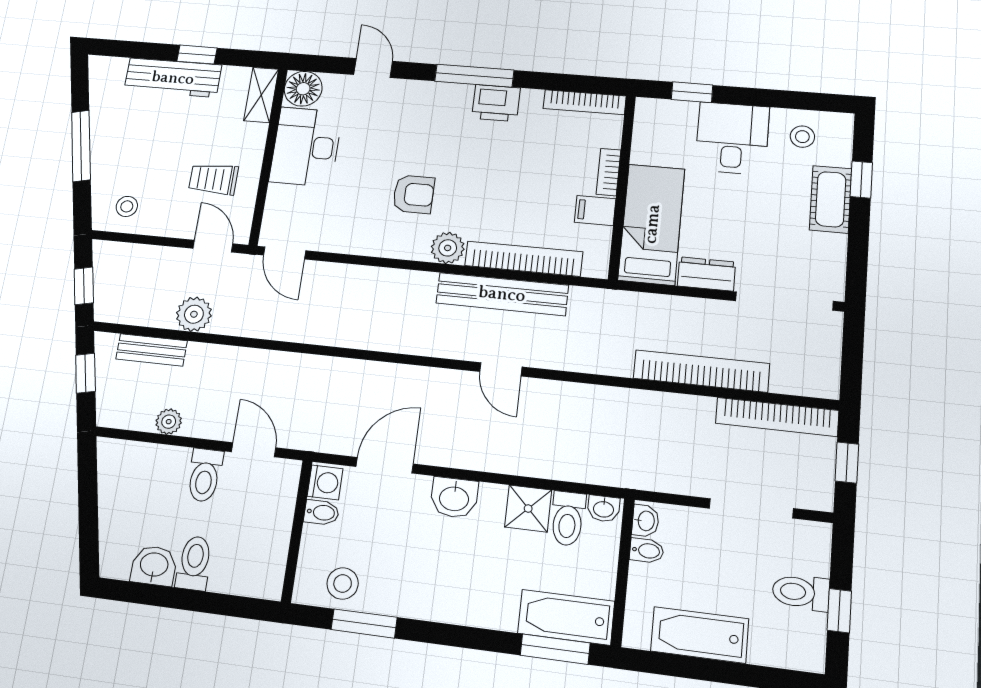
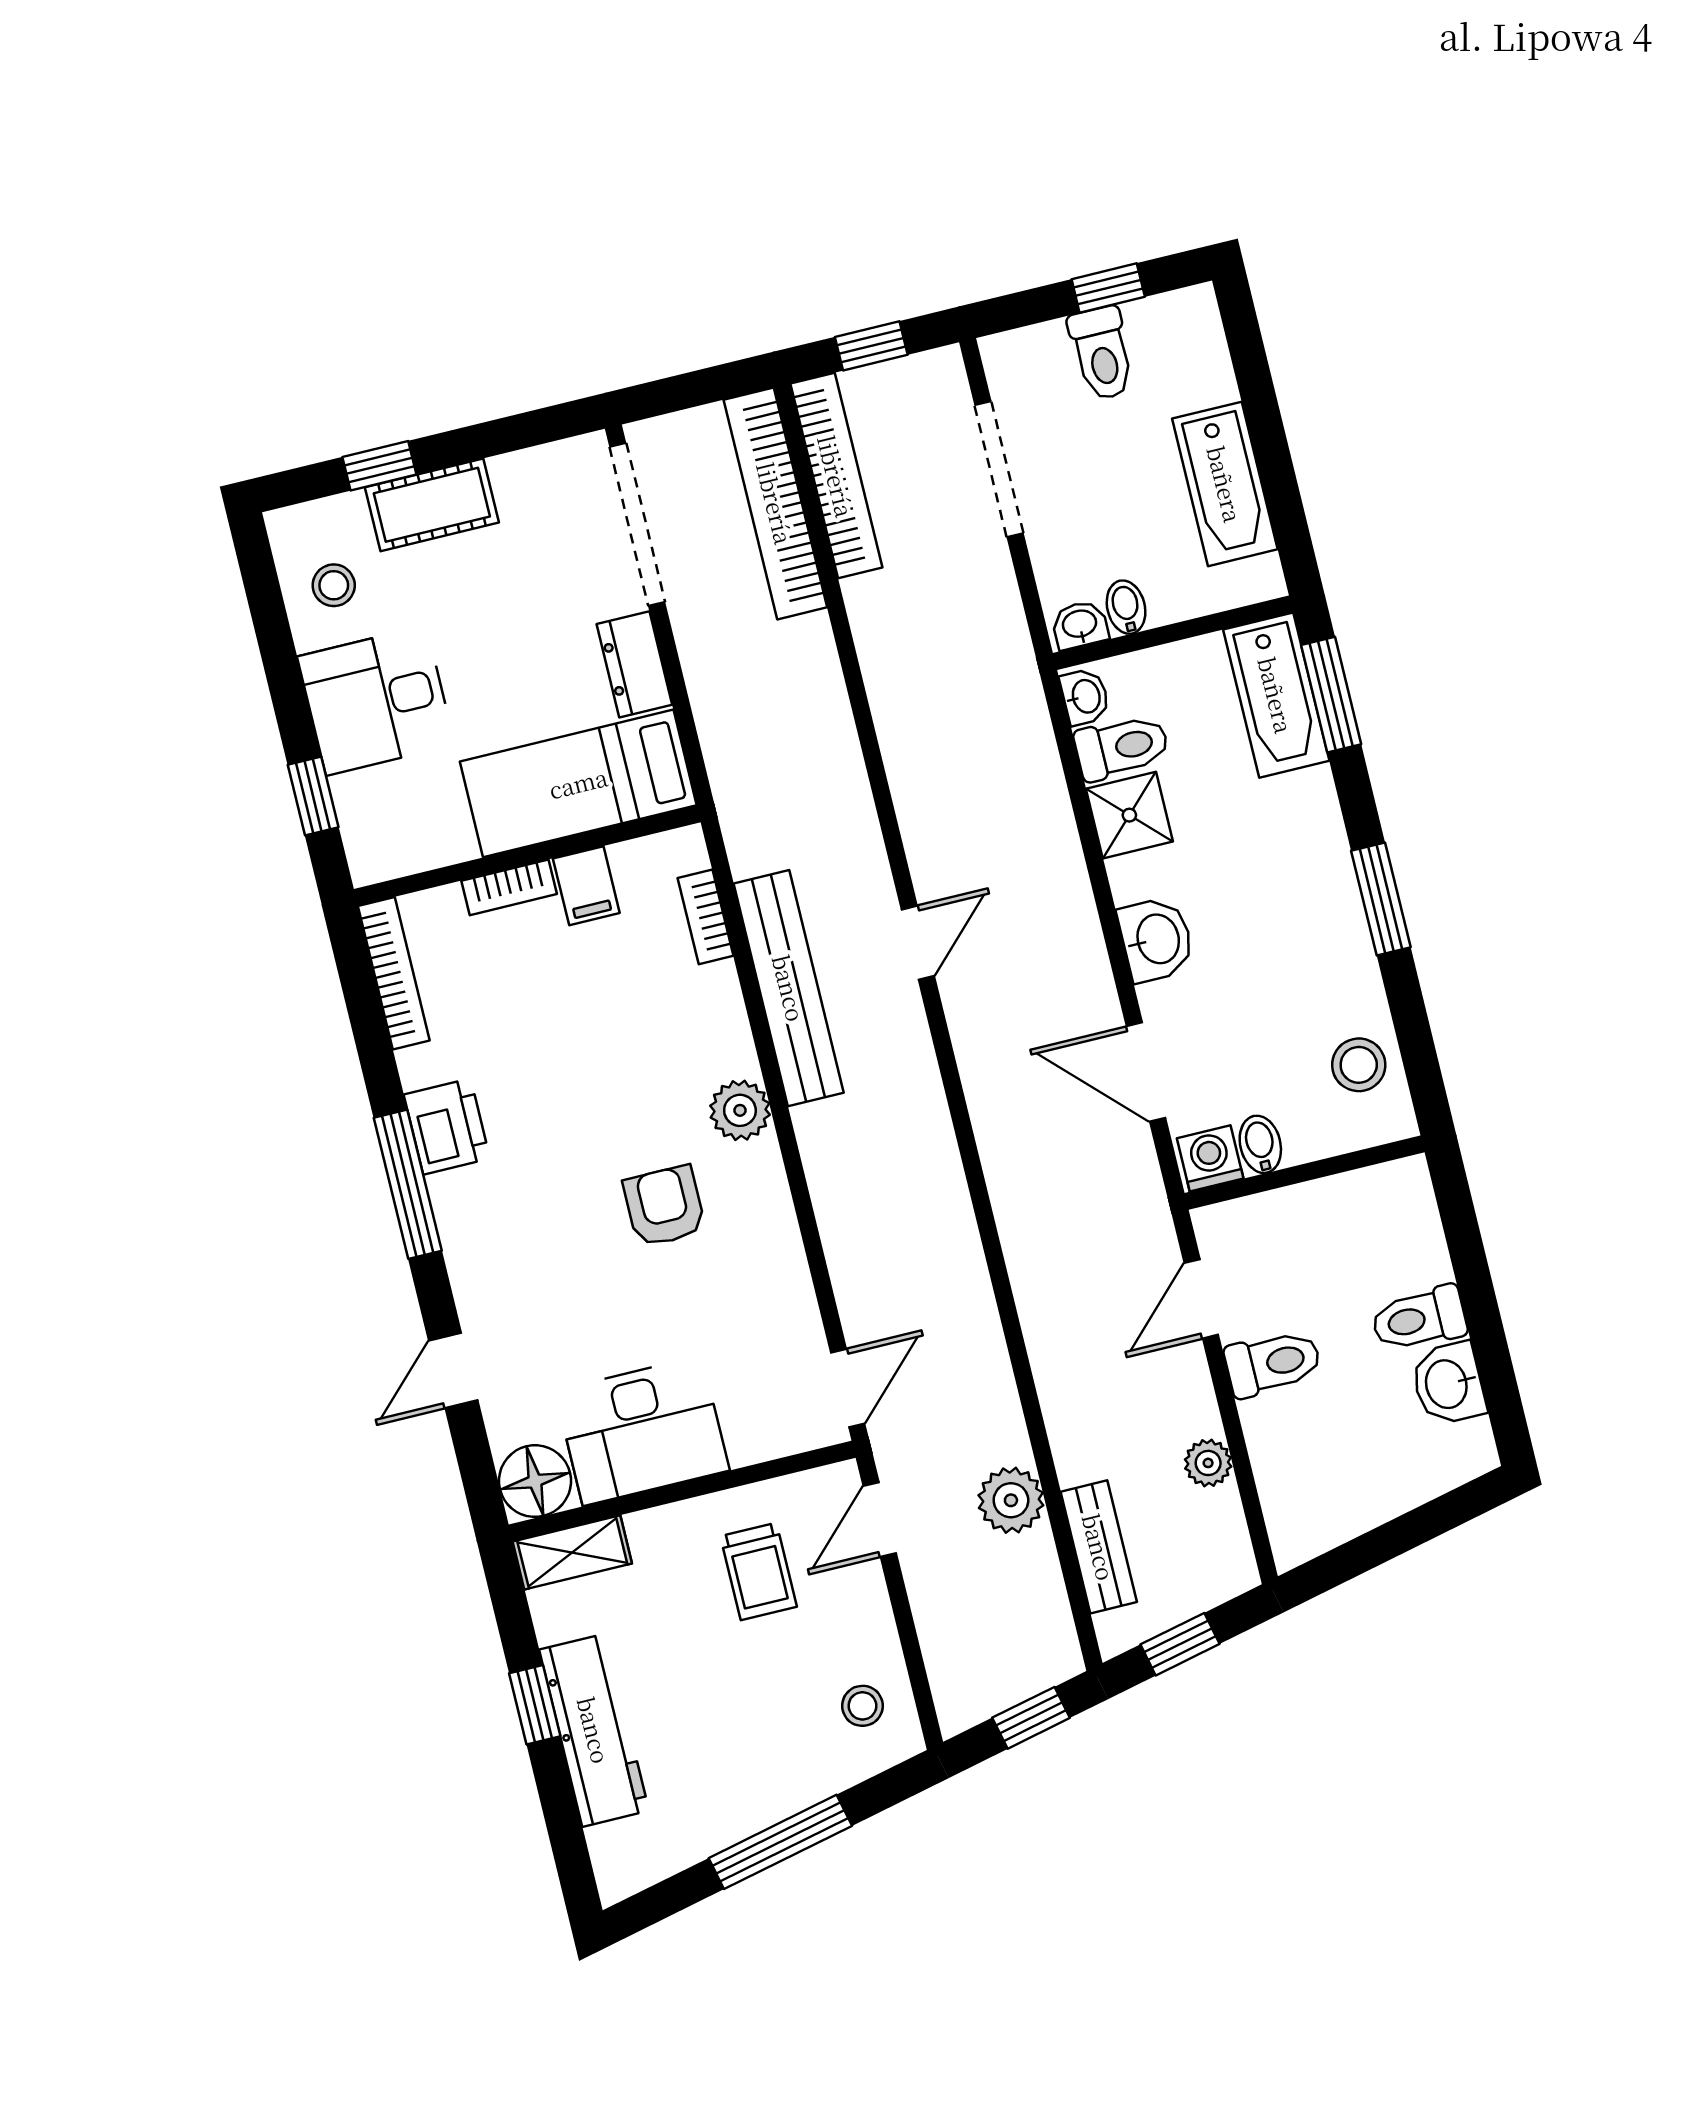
bookcase: (524, 259) -> (706, 917), width x0.43, depth x0.76
bookcase: (701, 371) -> (775, 503), moved
window: (364, 623) -> (1381, 899), moved

